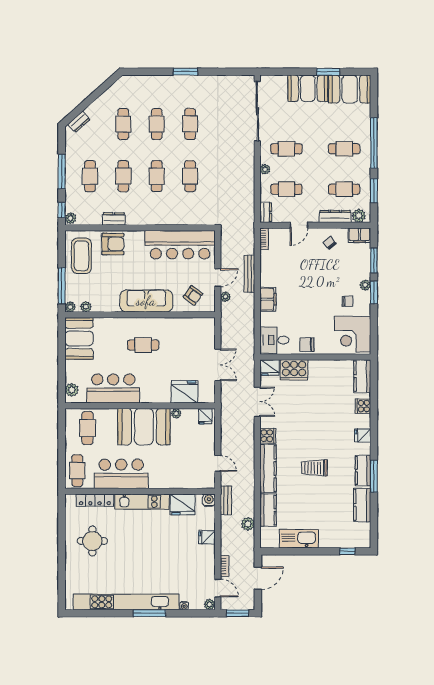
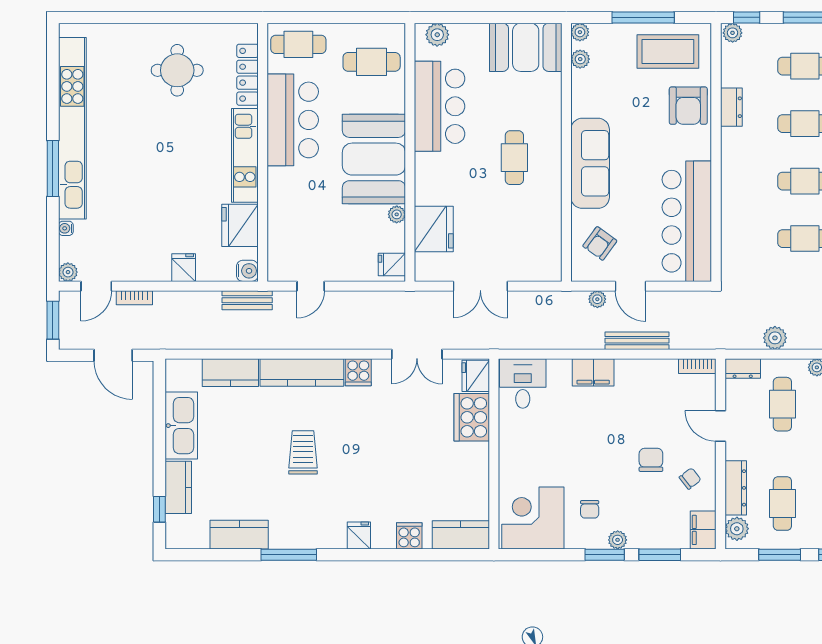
window: (62, 286) -> (643, 17), moved
chair: (307, 344) -> (651, 460), moved
kitchen counter: (363, 471) -> (178, 487), moved, turned 90
plant: (248, 524) -> (775, 338), moved

